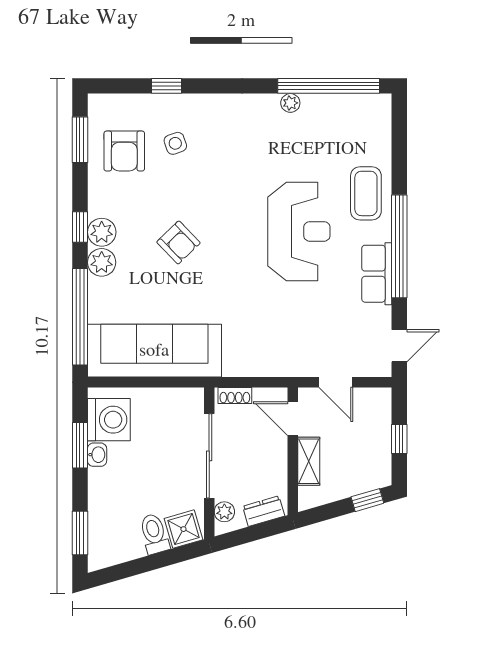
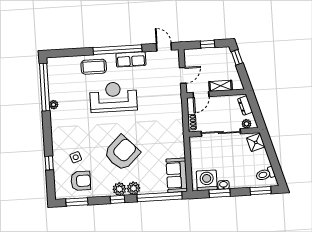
armchair: (178, 242) -> (122, 153), width x1.88, depth x1.88
sofa: (154, 351) -> (177, 175), width x0.54, depth x0.79
toilet: (154, 534) -> (265, 174), moved

